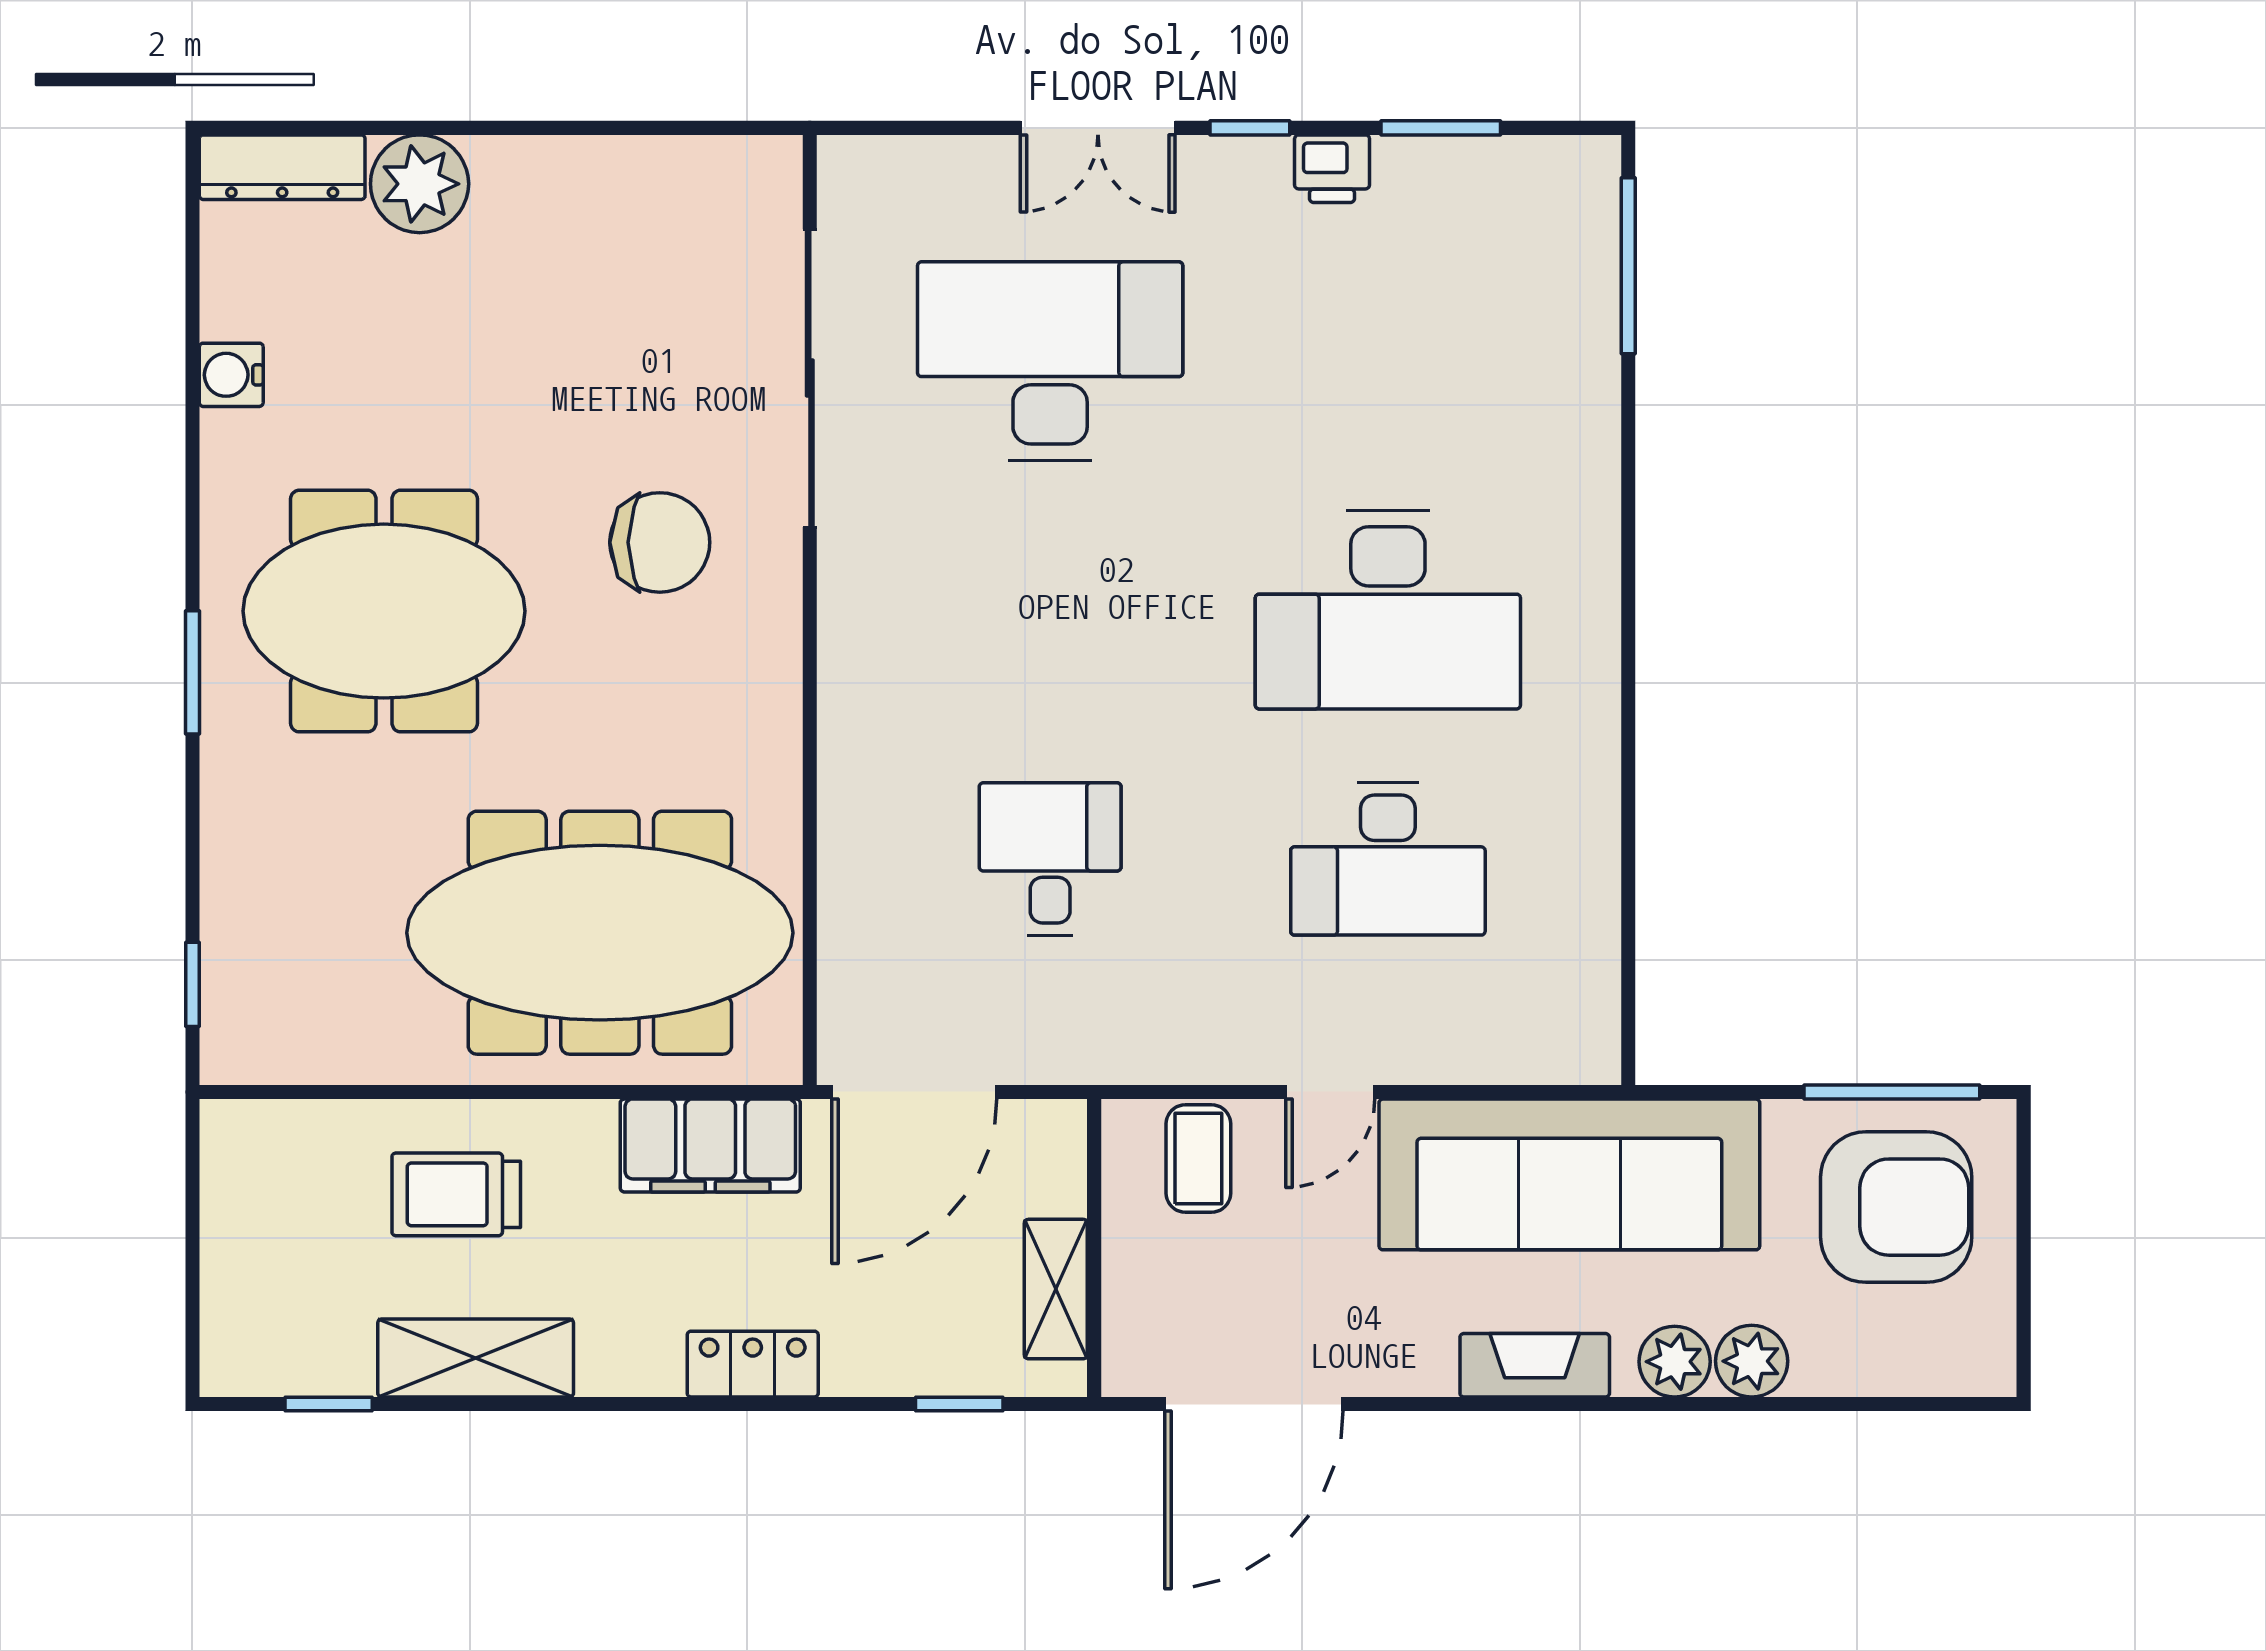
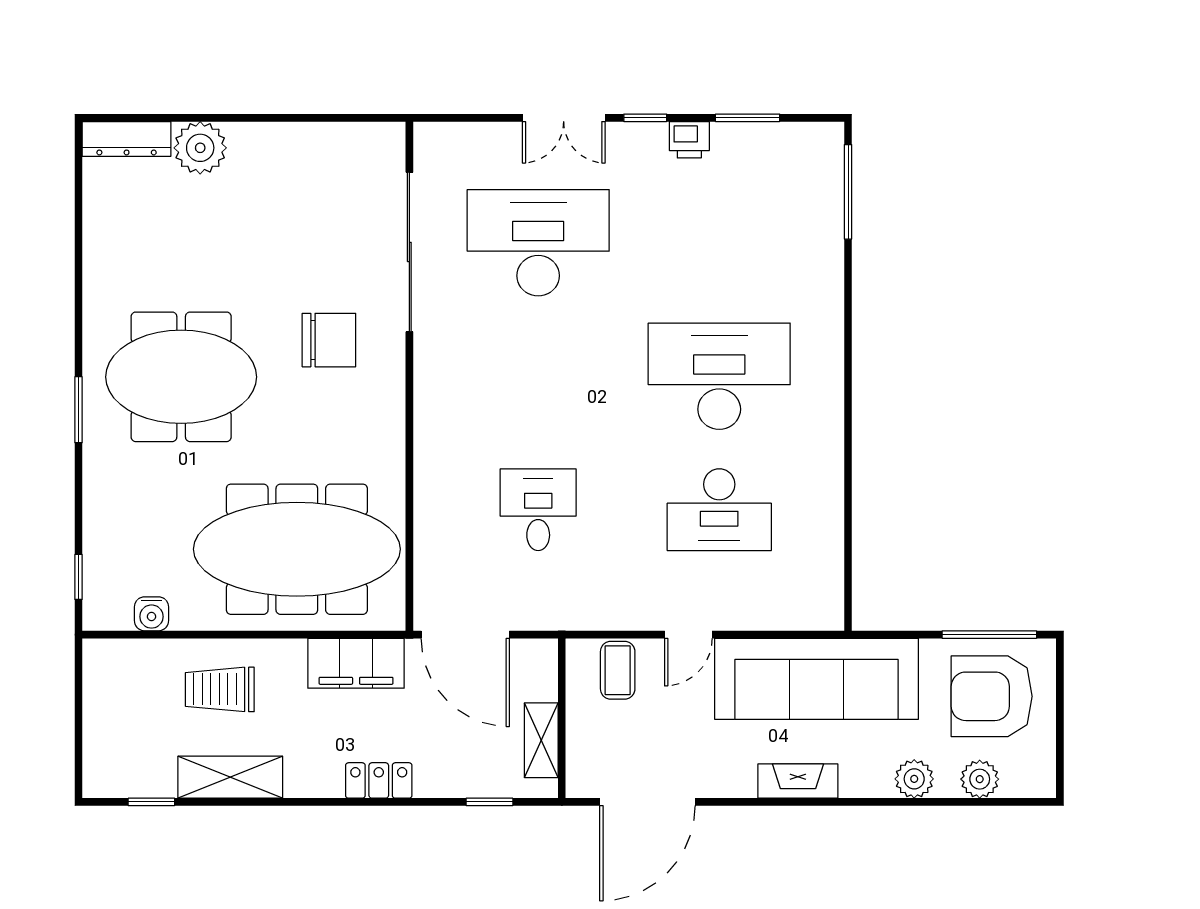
water cooler: (231, 375) -> (151, 614), moved, turned -90
desk: (1388, 610) -> (719, 376), turned 180
door: (914, 1092) -> (465, 635), hinge flipped
armchair: (1896, 1207) -> (992, 696), turned 180
plant: (1675, 1362) -> (980, 779), moved

